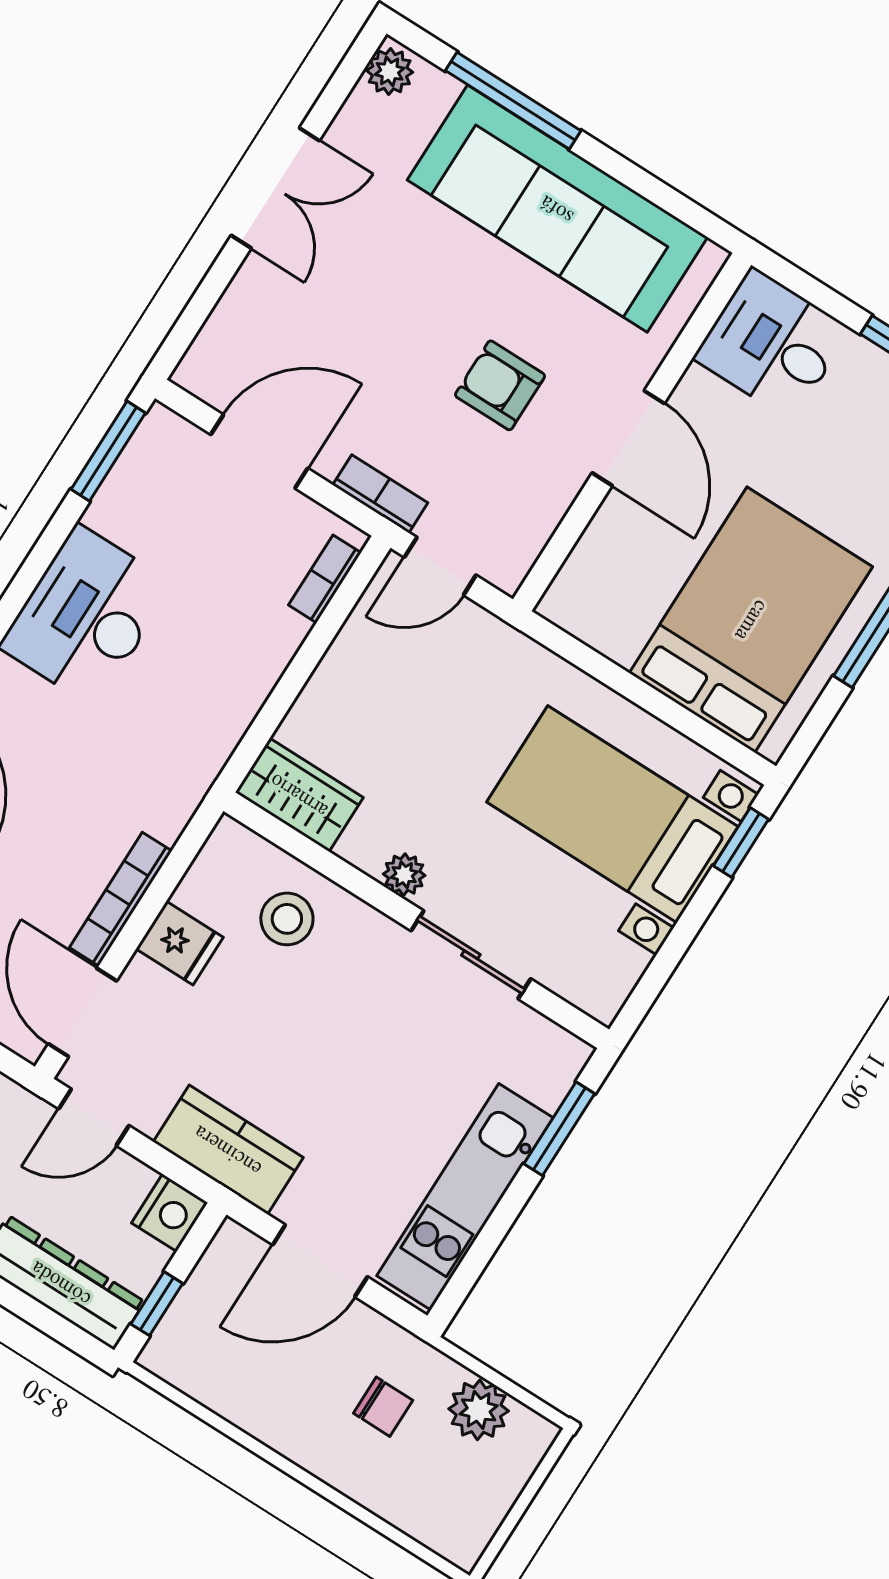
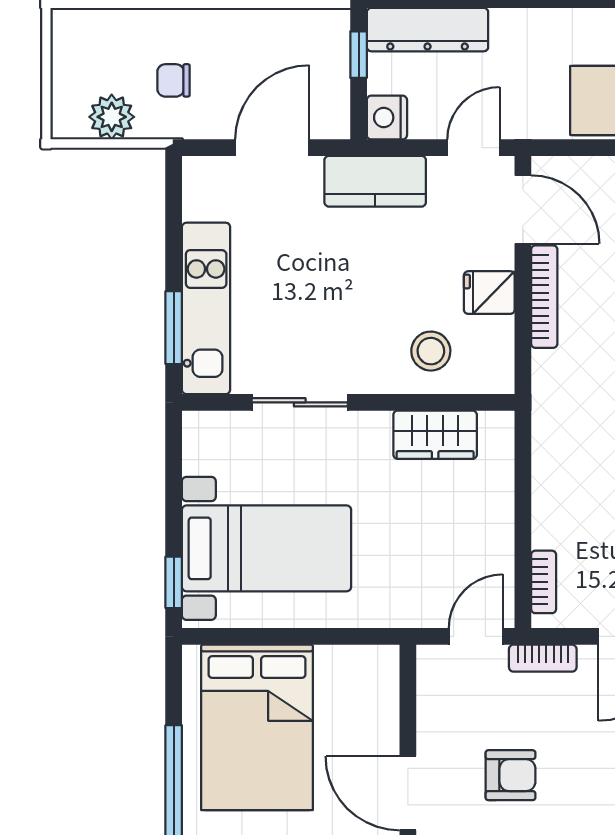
wardrobe: (299, 795) -> (435, 435), moved
plant: (404, 875) -> (374, 426), removed
kitchen unit: (465, 1197) -> (206, 308), moved

